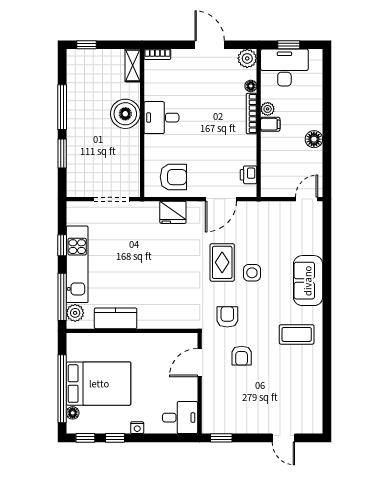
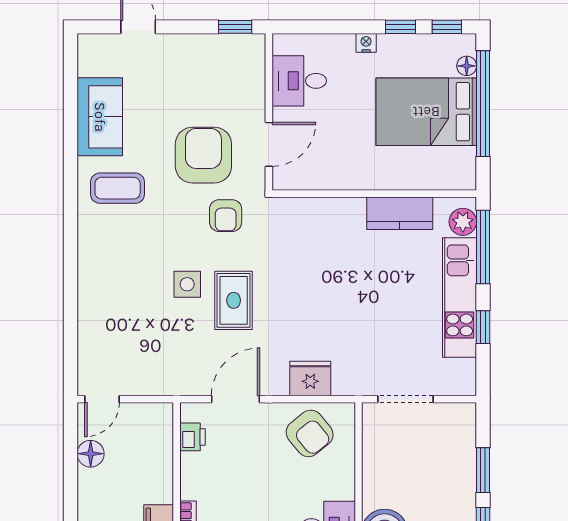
floor lamp: (314, 139) -> (91, 454), moved
armchair: (173, 177) -> (310, 433), turned -129
sofa: (308, 281) -> (100, 117), moved
armchair: (242, 356) -> (203, 155), width x1.88, depth x1.88
desk: (180, 418) -> (299, 81), moved

